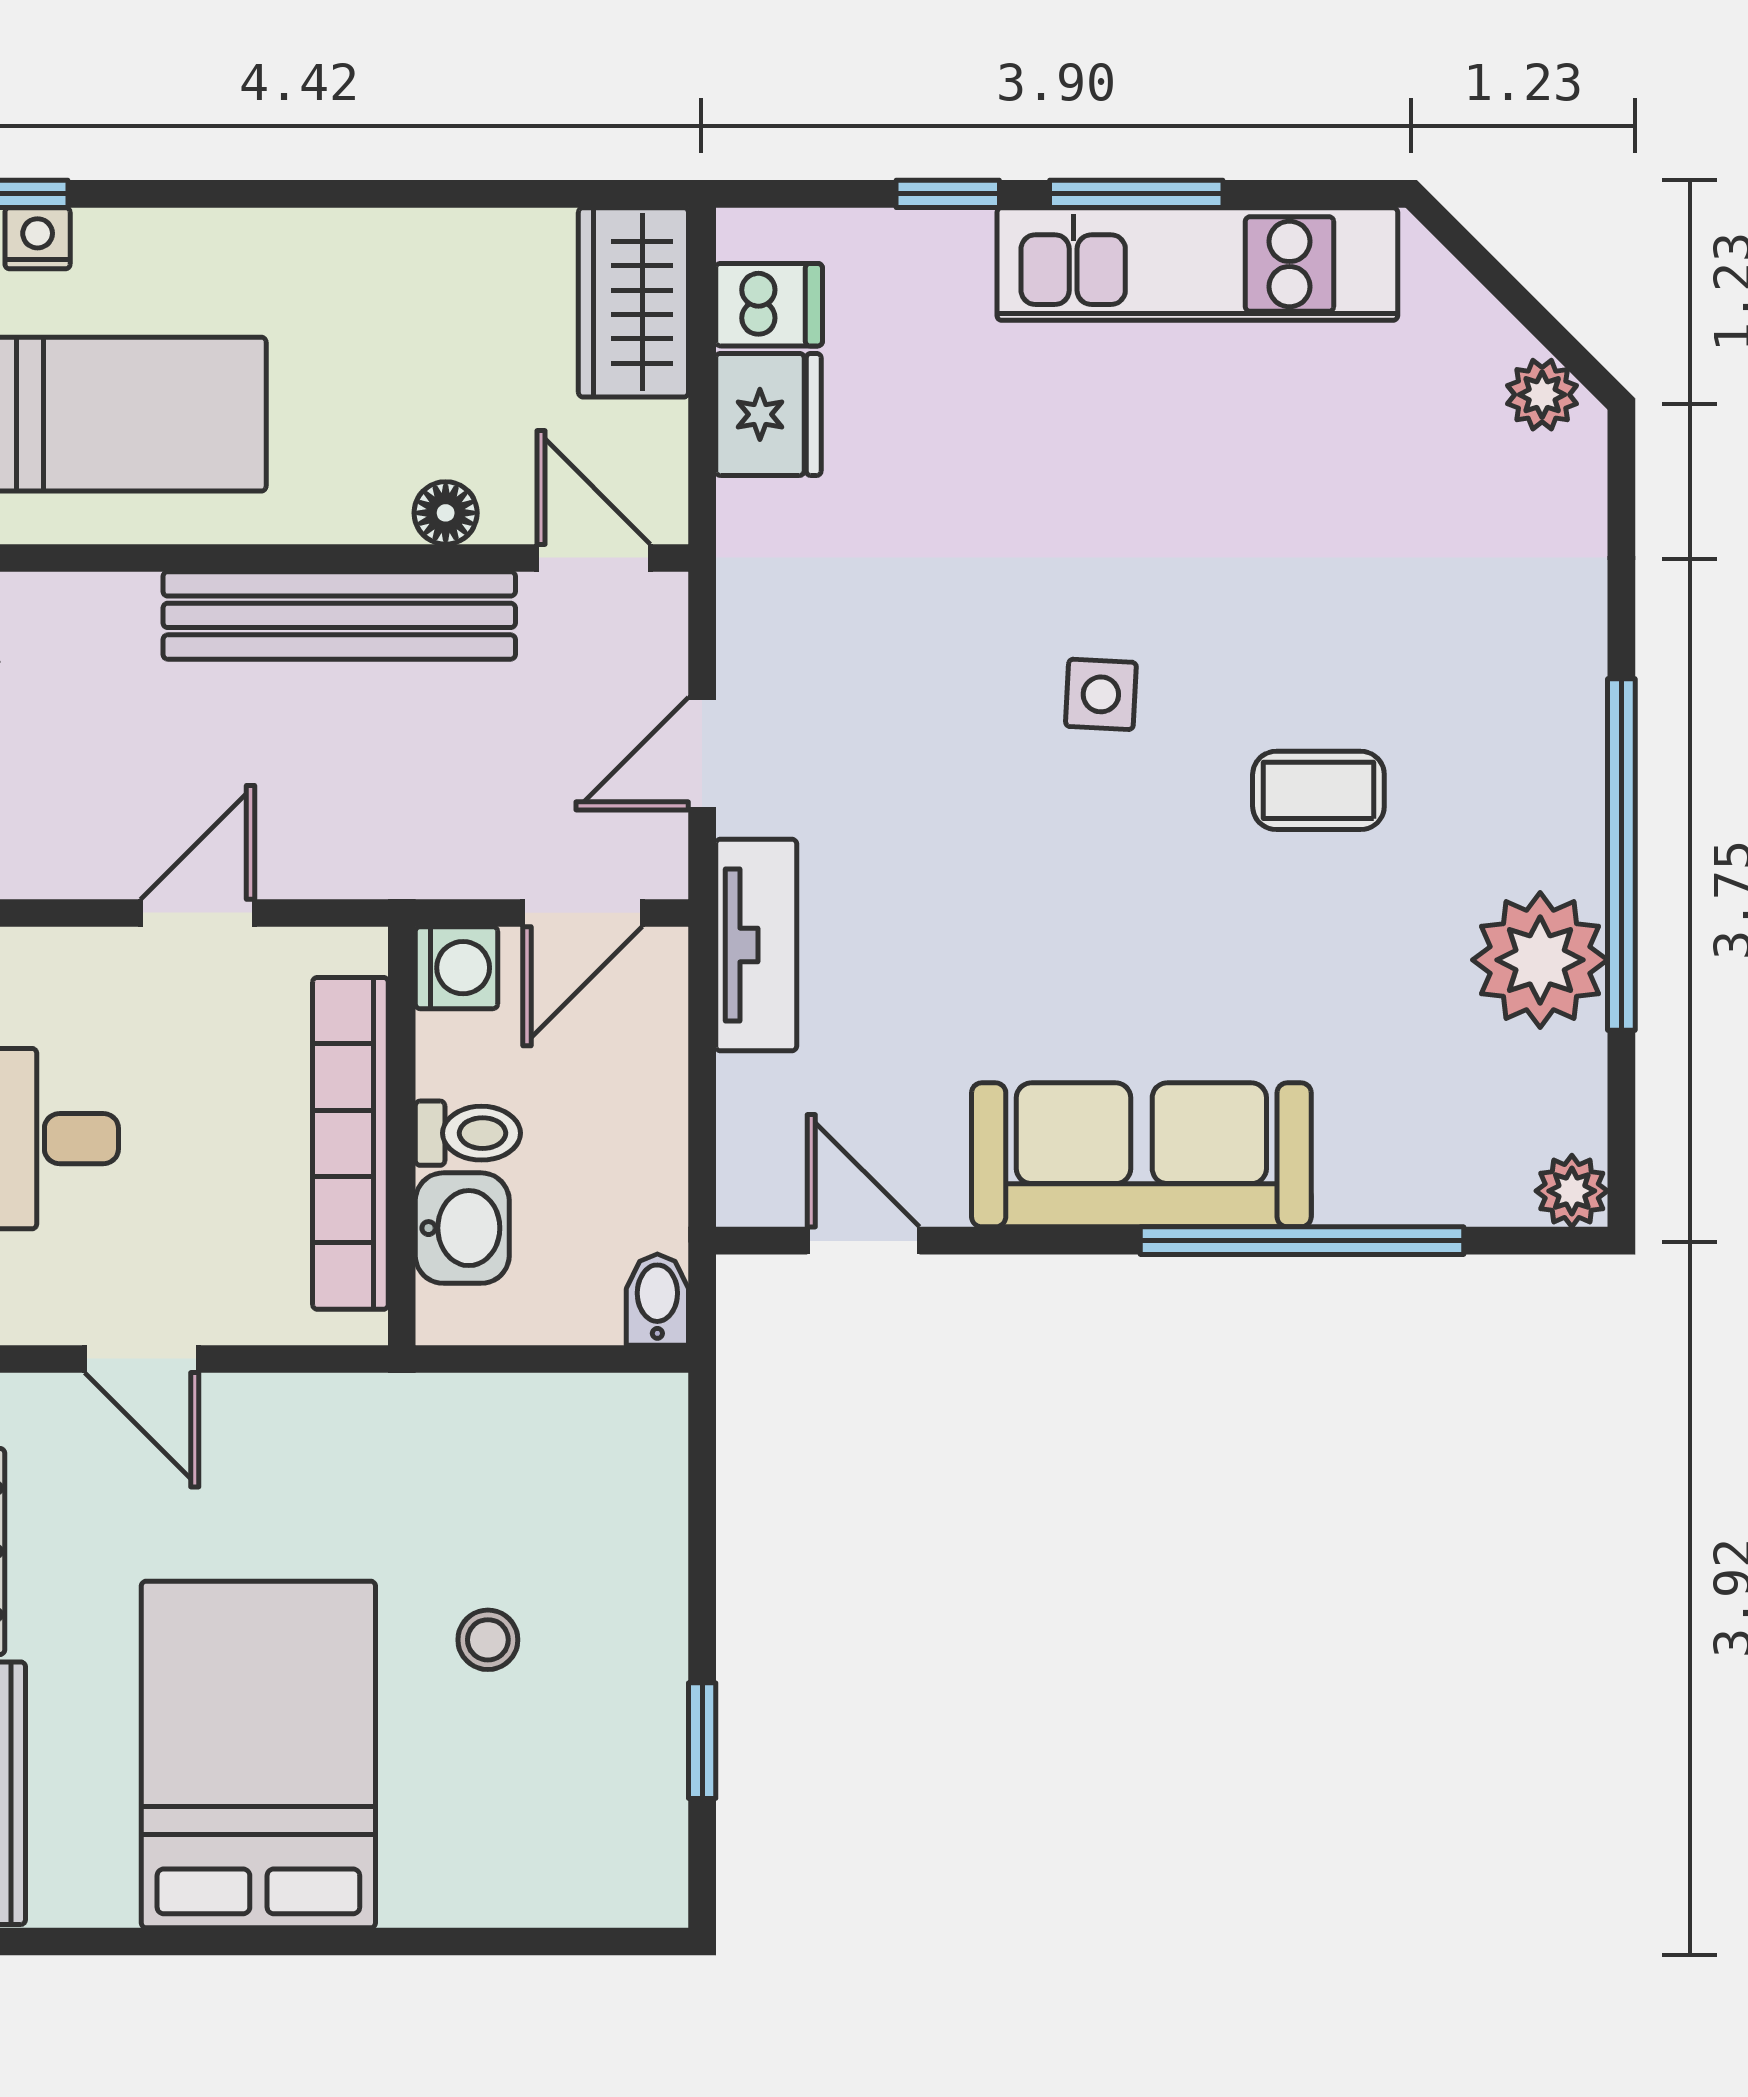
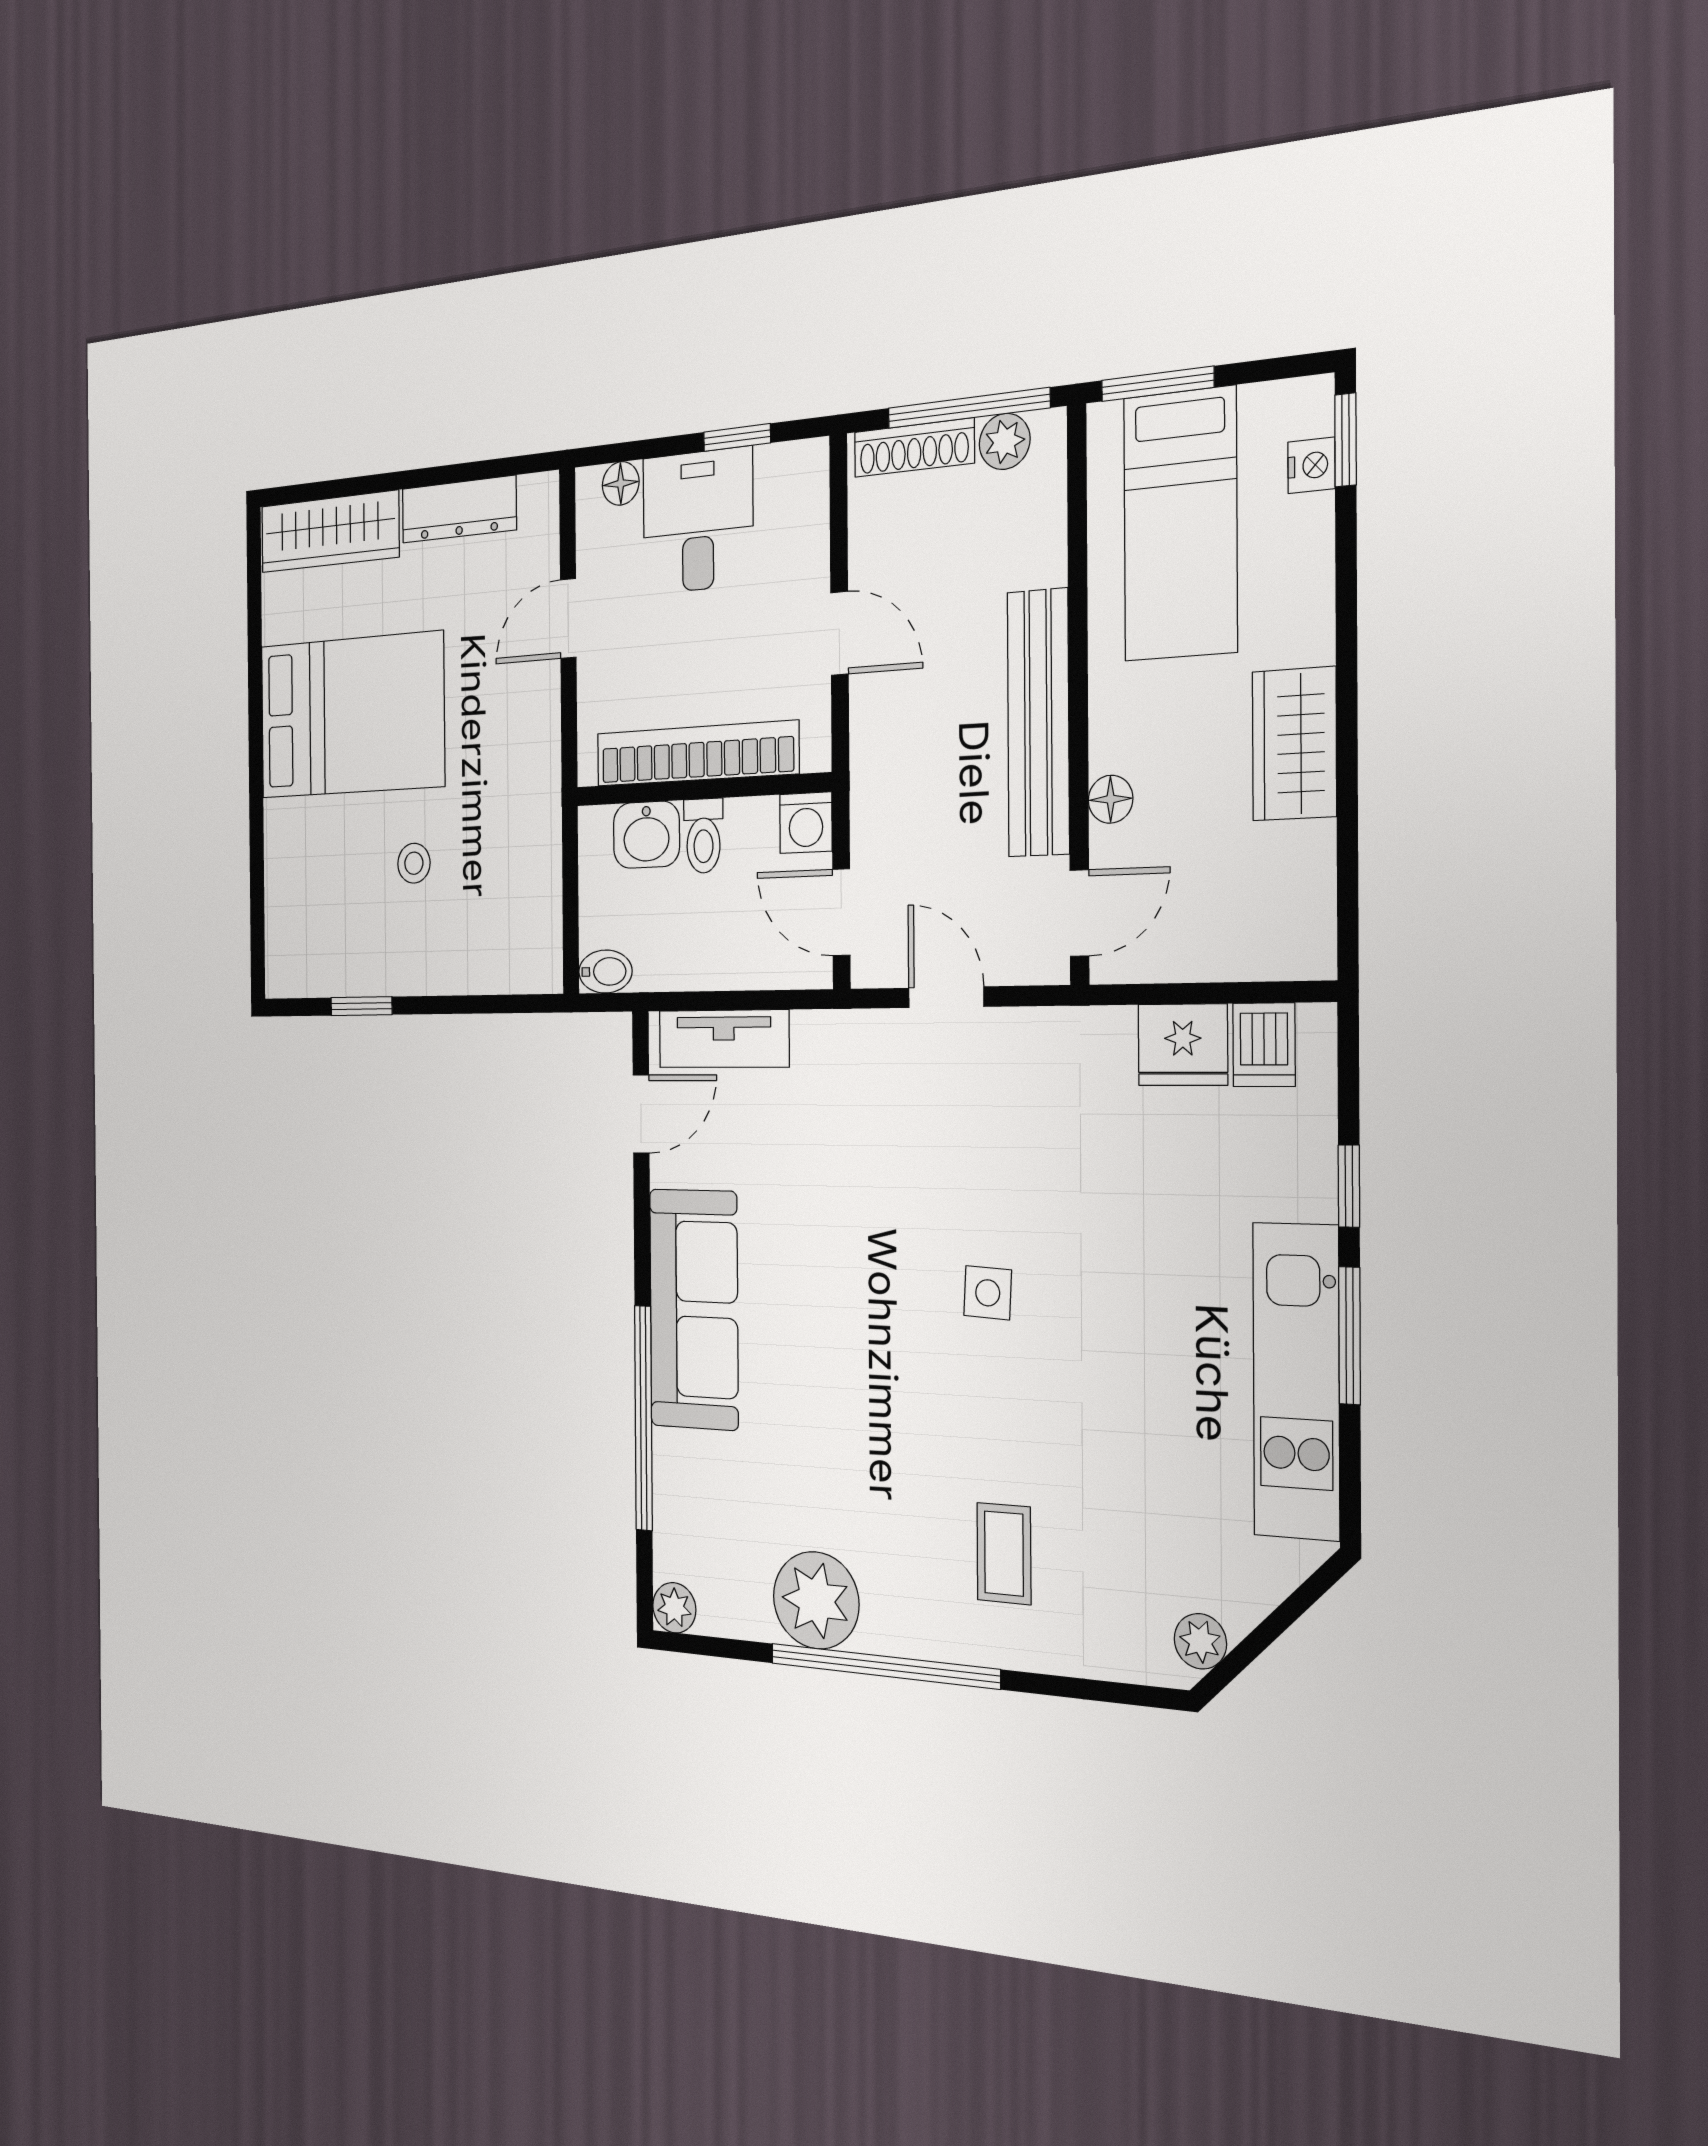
wardrobe: (633, 302) -> (1294, 744), moved, turned -90
coffee table: (1318, 790) -> (1004, 1554), moved
tv unit: (756, 945) -> (724, 1039), moved

